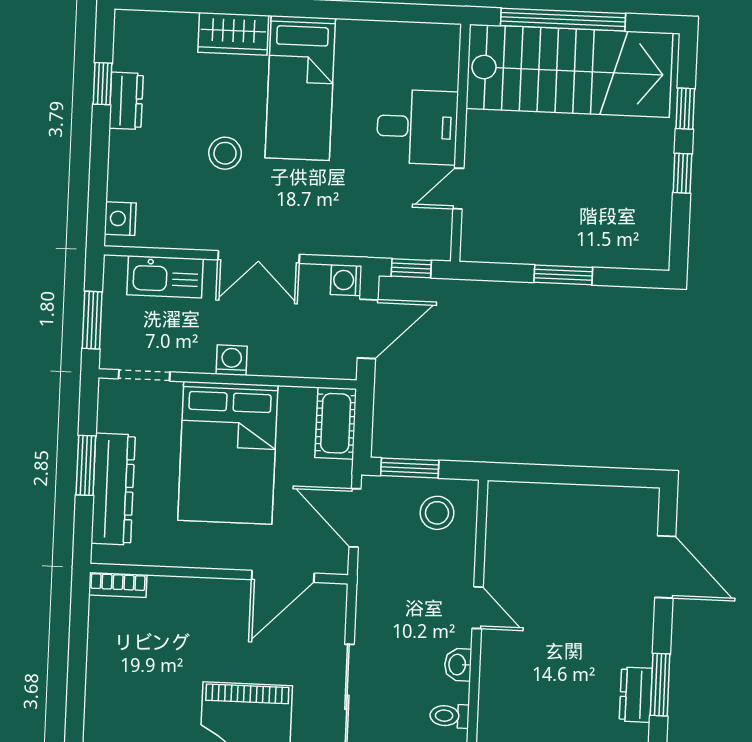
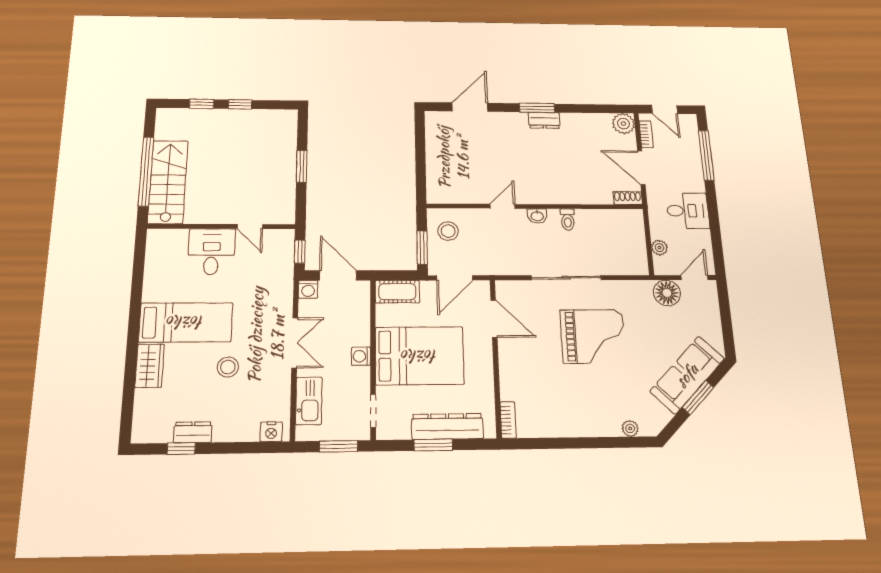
stairs: (569, 71) -> (168, 182), width x0.73, depth x0.66

